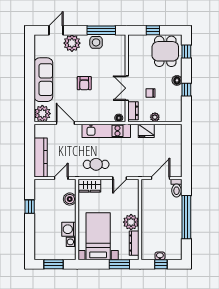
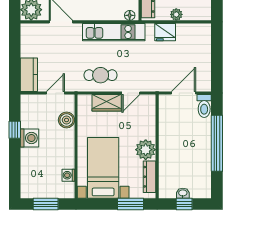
kitchen counter: (41, 157) -> (29, 75), width x0.67
wardrobe: (90, 186) -> (107, 103), moved
washing machine: (69, 229) -> (30, 138), moved, turned 180

